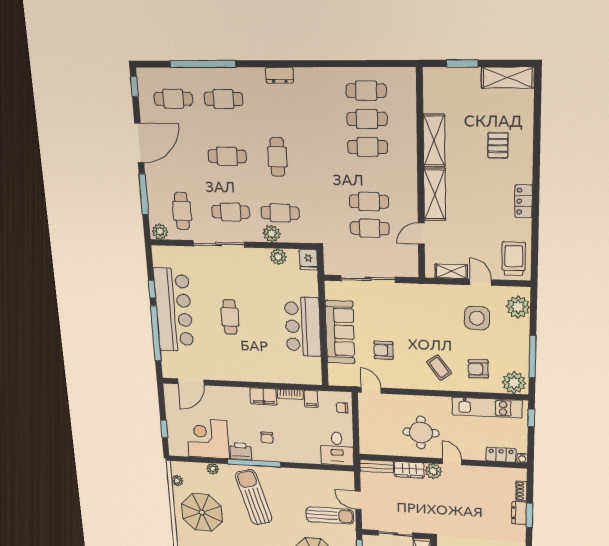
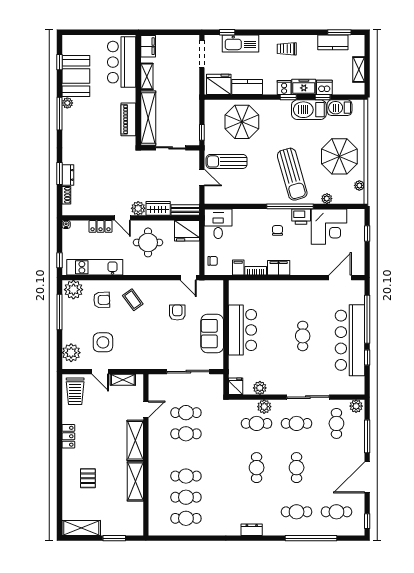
cafe table: (227, 156) -> (297, 468), turned 90
sofa: (340, 332) -> (212, 334), width x0.73
armchair: (384, 350) -> (177, 313), turned -90
fridge: (374, 443) -> (187, 231), added
locker: (501, 455) -> (101, 226), moved

